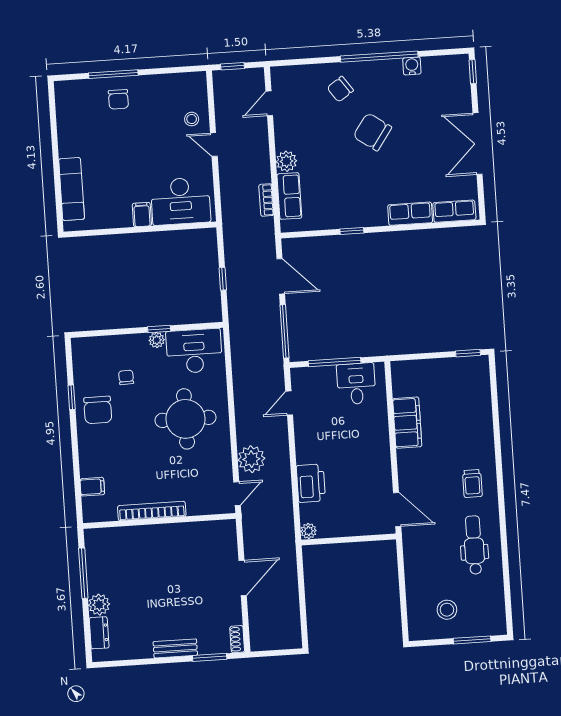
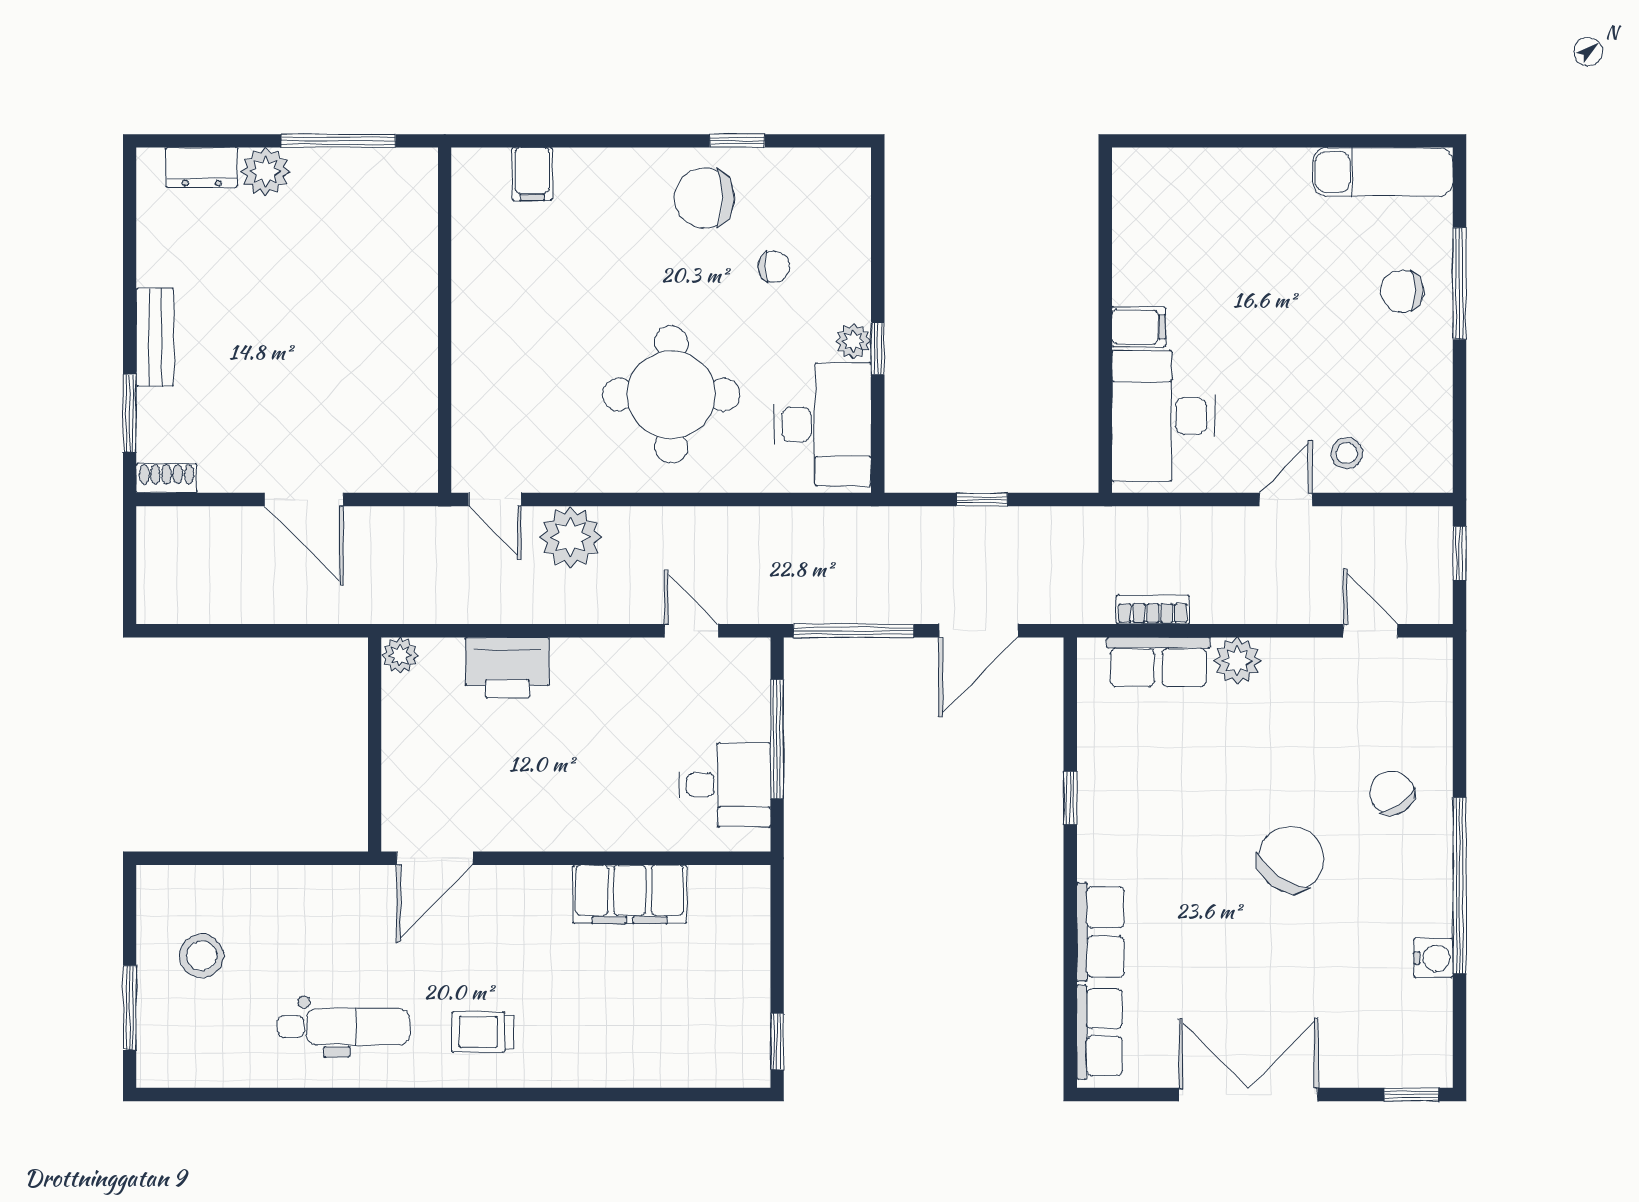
exam couch: (72, 189) -> (1383, 172), moved
bookcase: (152, 511) -> (469, 305), removed

